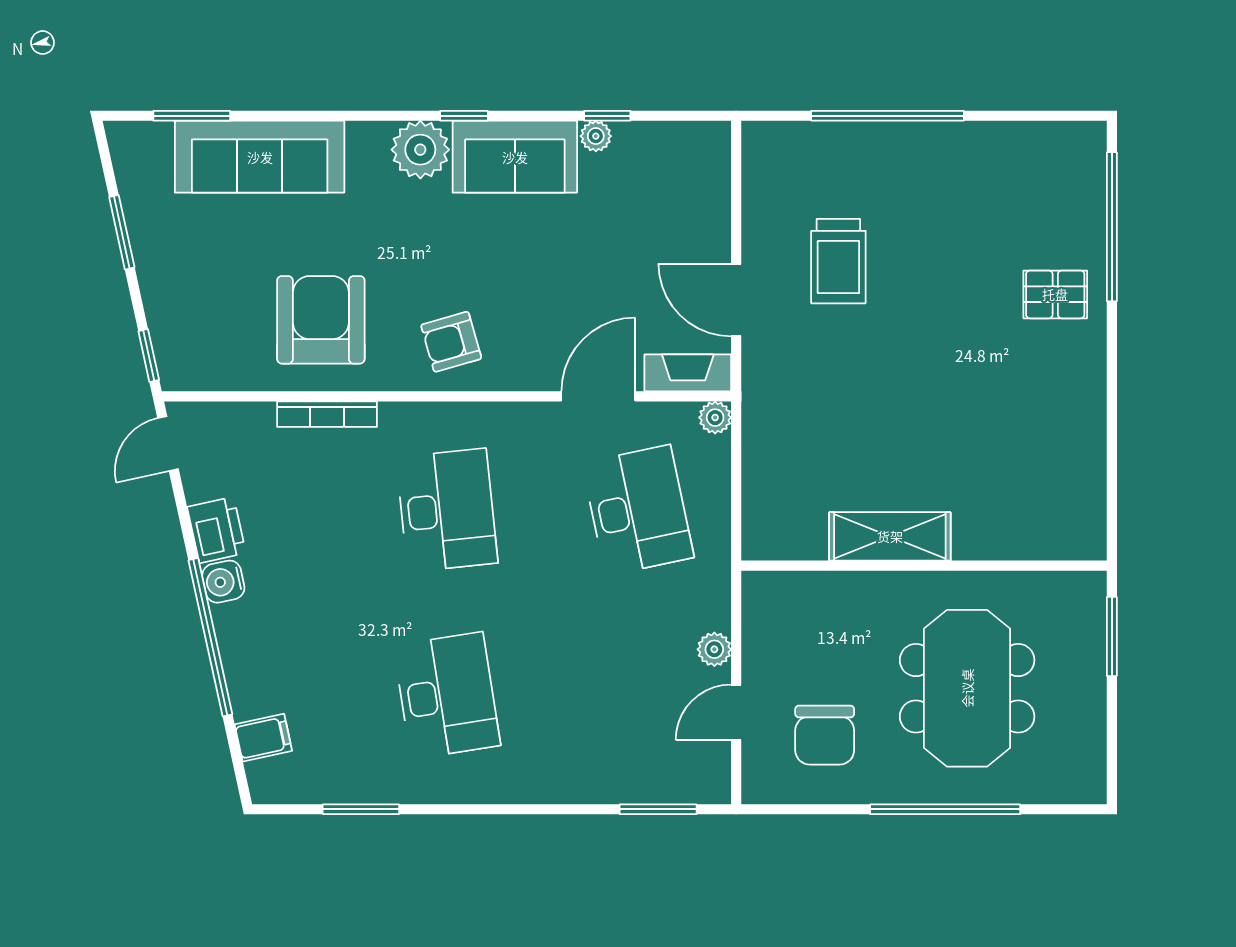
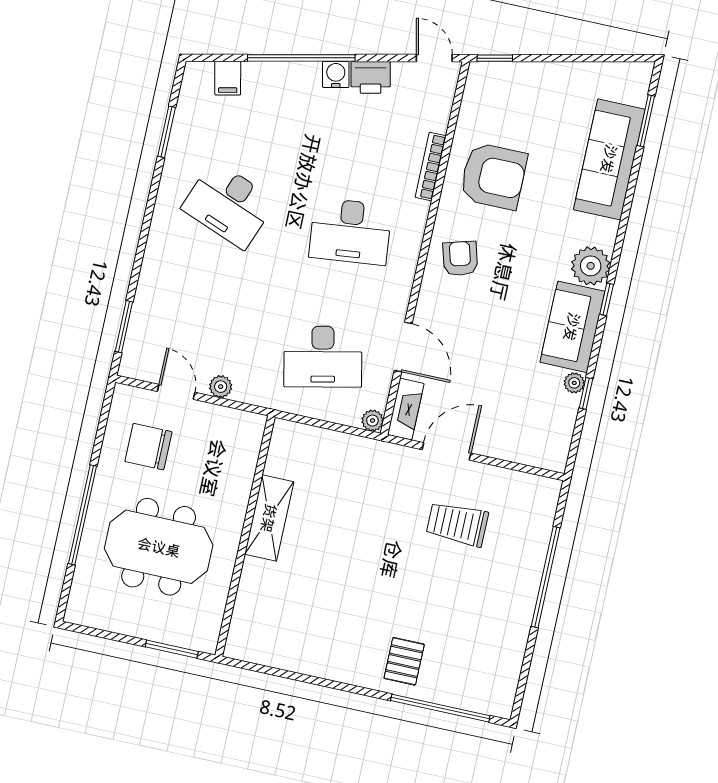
window: (122, 232) -> (579, 58), removed
desk: (447, 696) -> (229, 205), turned 30

